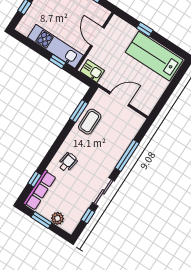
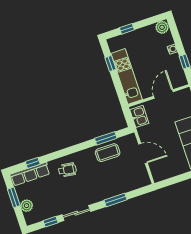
window: (57, 62) -> (111, 64), moved
window: (127, 156) -> (115, 200), width x0.69

